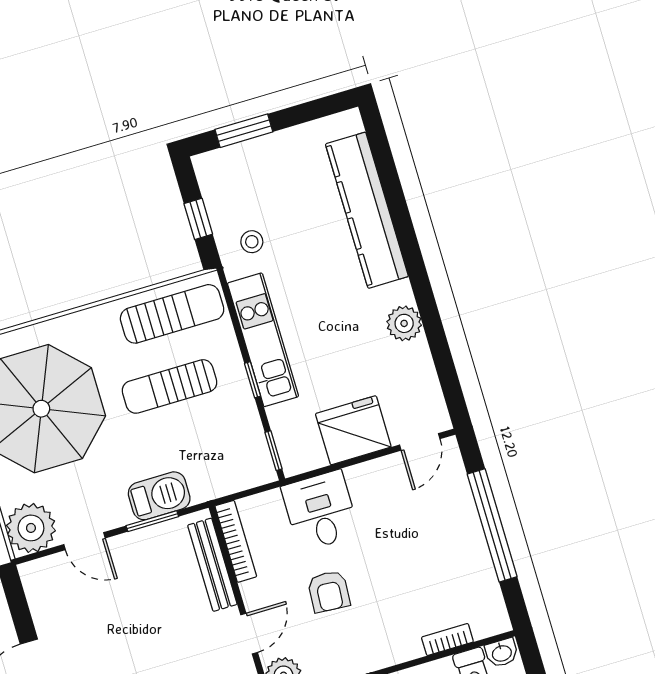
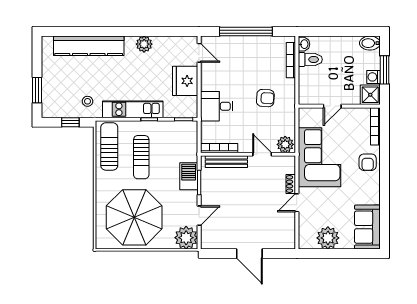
armchair: (329, 591) -> (265, 98), moved
bookcase: (447, 640) -> (291, 60), width x1.56

